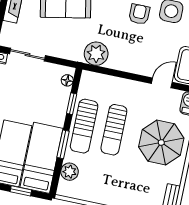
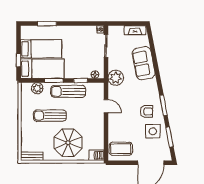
plant: (96, 54) -> (116, 78), moved
door: (162, 83) -> (106, 106), moved
sun lounger: (114, 130) -> (50, 116), moved

